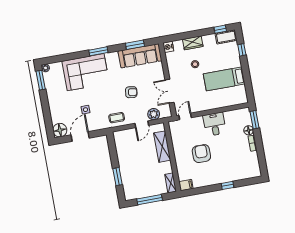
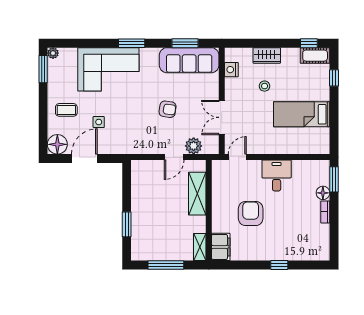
nightstand: (168, 47) -> (231, 70), moved
coffee table: (117, 118) -> (66, 110), moved
filing cabinet: (186, 185) -> (221, 247), width x2.00

